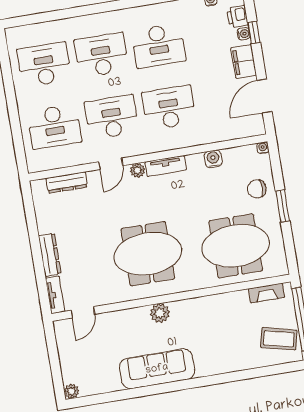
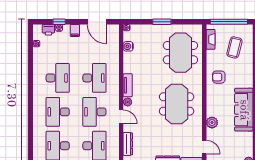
filing cabinet: (244, 61) -> (75, 30), width x0.50
desk: (169, 108) -> (94, 78), turned 180
water cooler: (213, 159) -> (128, 46), moved
chair: (257, 189) -> (150, 35), removed
plant: (160, 313) -> (212, 123), moved
armchair: (205, 317) -> (219, 77), added
coffee table: (279, 339) -> (234, 47), moved

